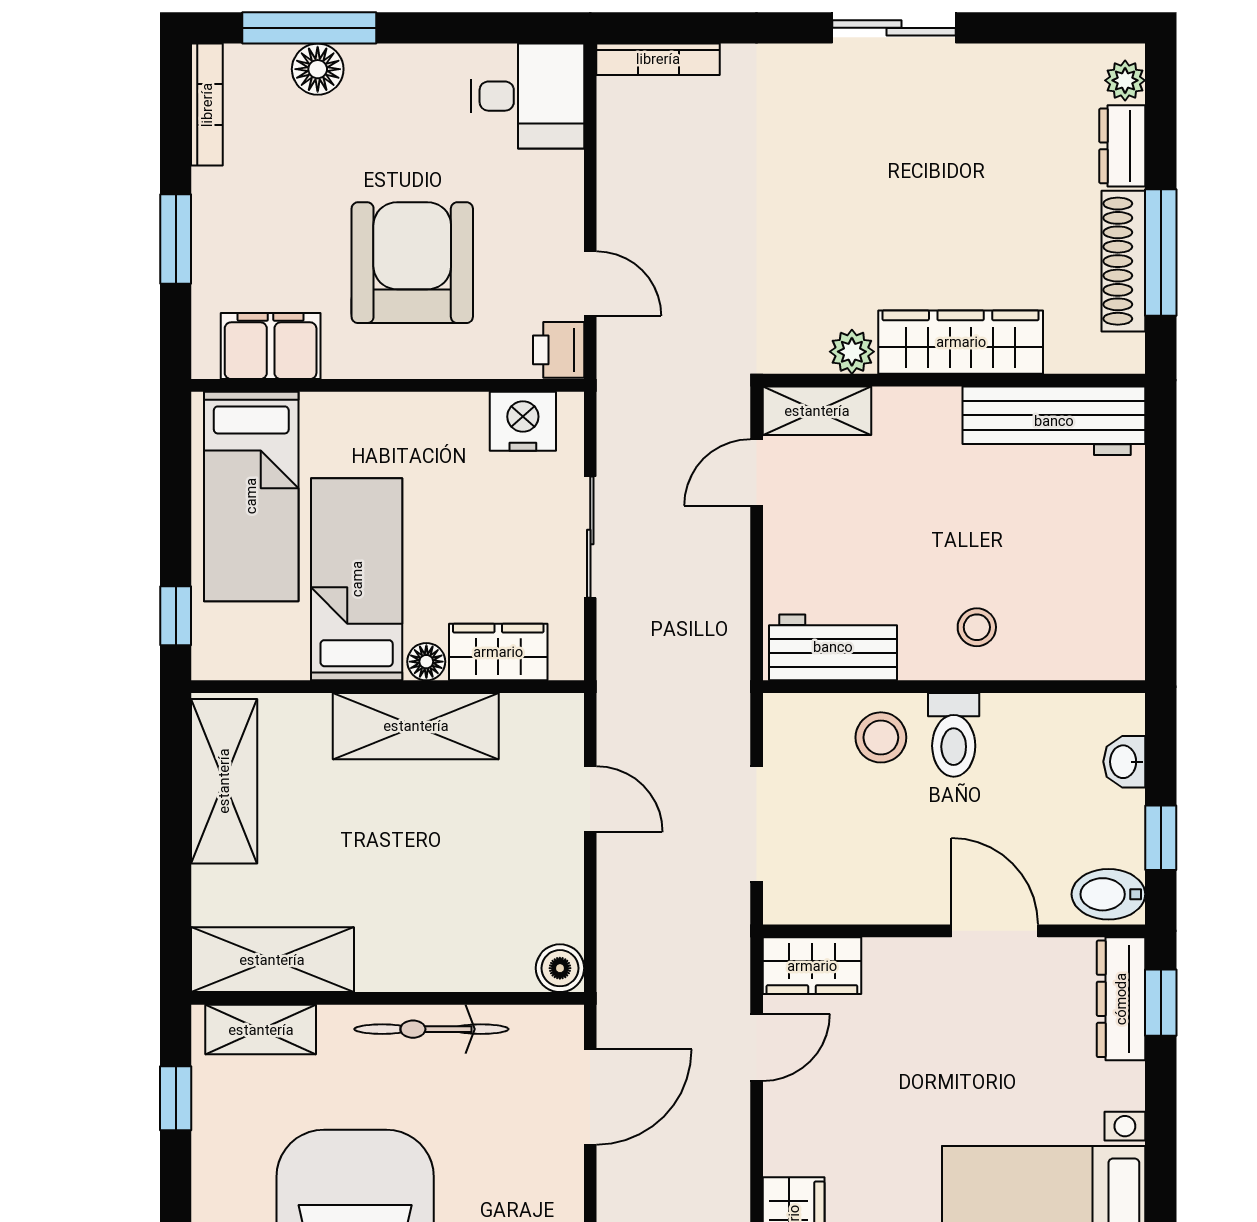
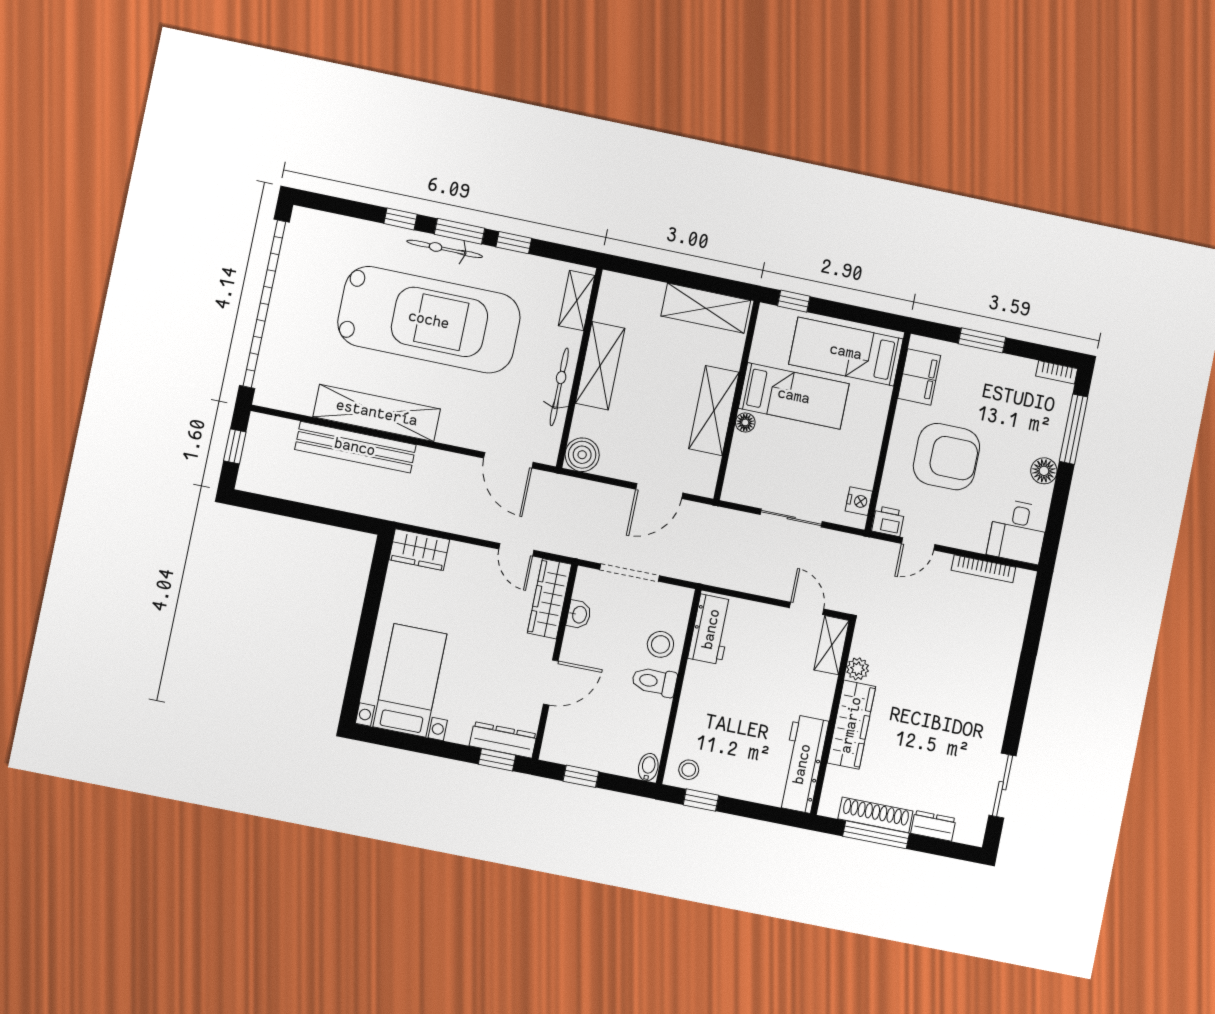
sliding door: (894, 28) -> (1003, 786), moved
bookcase: (658, 59) -> (983, 569), moved, turned -90
floor lamp: (318, 69) -> (1044, 471), moved
plant: (1125, 80) -> (966, 834), removed
bookcase: (207, 105) -> (1057, 372), width x0.64
nightstand: (523, 421) -> (859, 501), width x0.74, depth x0.75
window: (1161, 600) -> (701, 800), added
stool: (977, 627) -> (689, 770), moved
wardrobe: (498, 652) -> (743, 460), removed
washbasin: (1124, 762) -> (579, 615), moved, turned 90
door: (590, 799) -> (659, 491), width x1.38
bidet: (1108, 894) -> (648, 767), moved, width x0.72, depth x0.74
shelving: (272, 960) -> (600, 366), moved
wardrobe: (812, 966) -> (549, 599), width x1.50
boiler: (560, 968) -> (582, 455), width x1.36, depth x1.36
window: (176, 1098) -> (514, 243), moved

